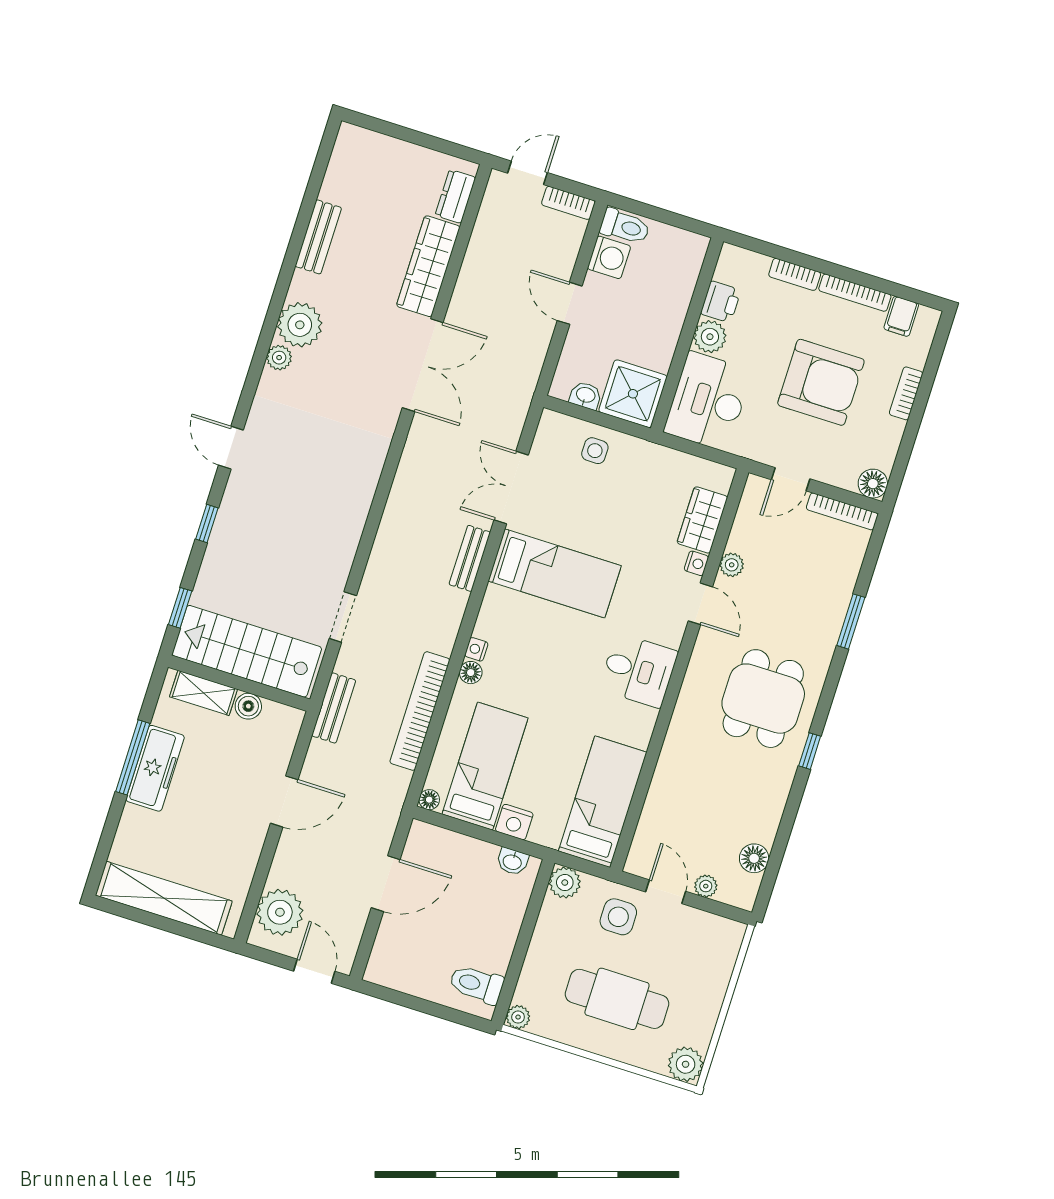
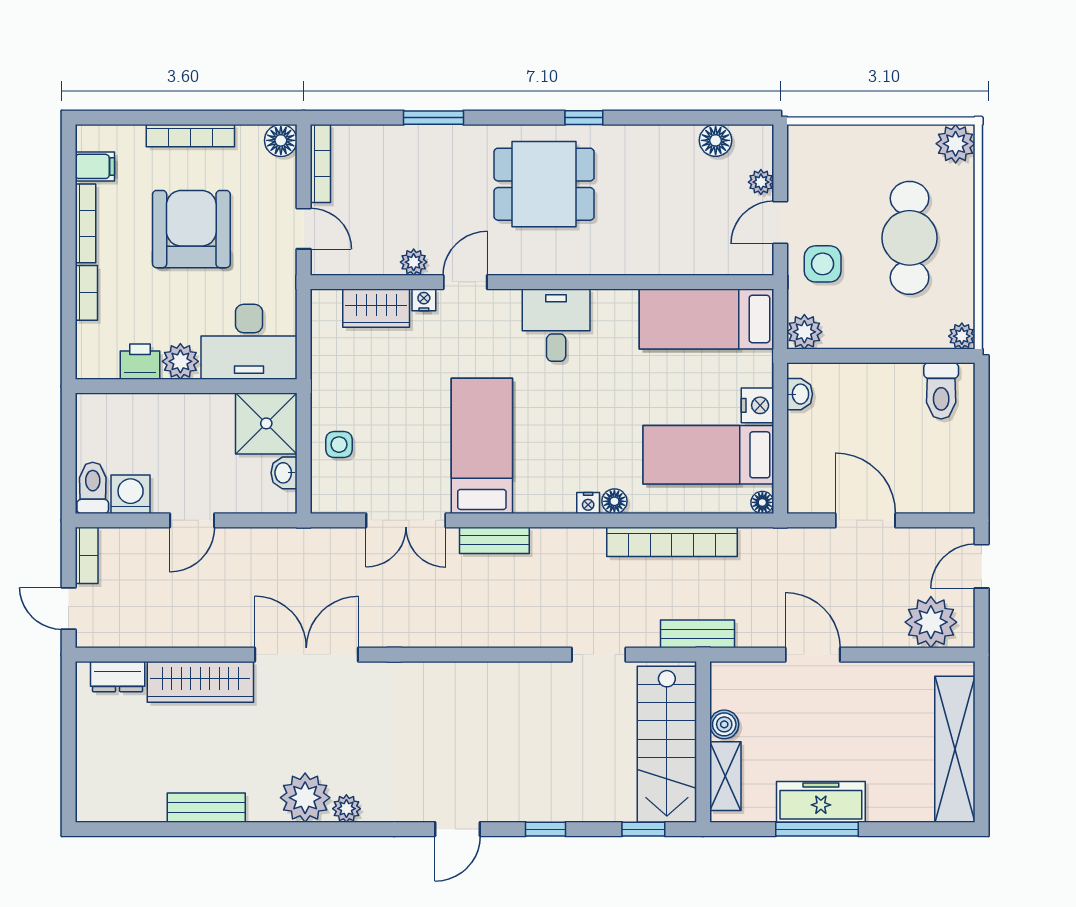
bookcase: (906, 393) -> (190, 136), width x1.56

